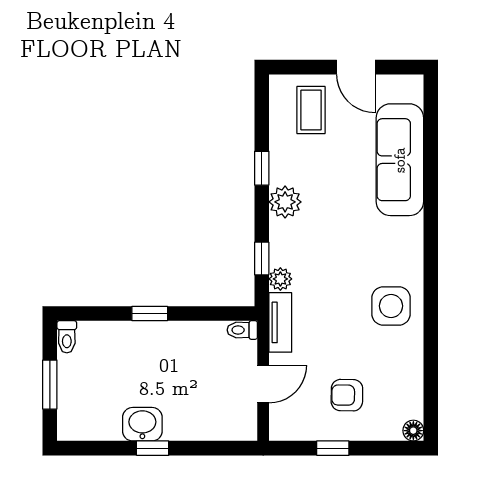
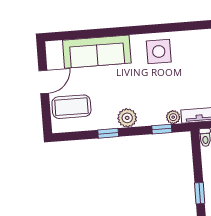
coffee table: (311, 110) -> (71, 107), width x1.36, depth x1.30
side table: (391, 306) -> (159, 51), moved

